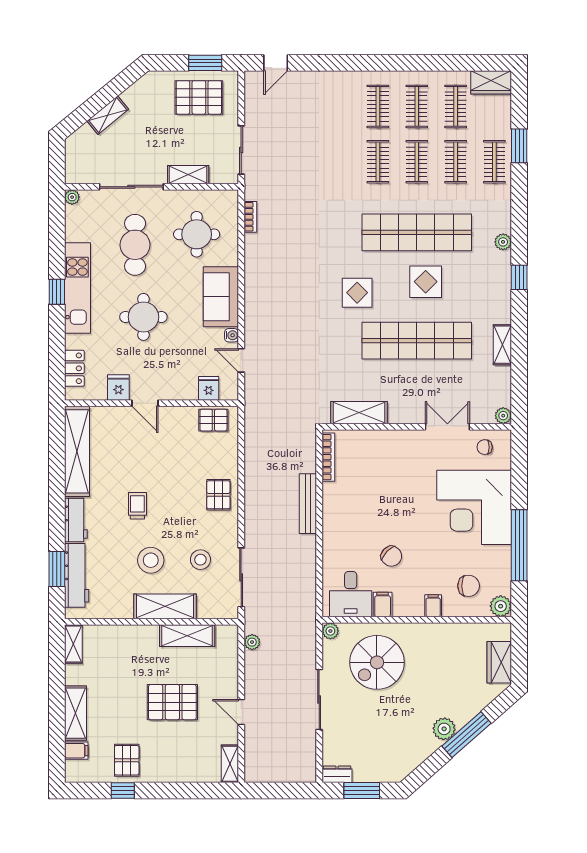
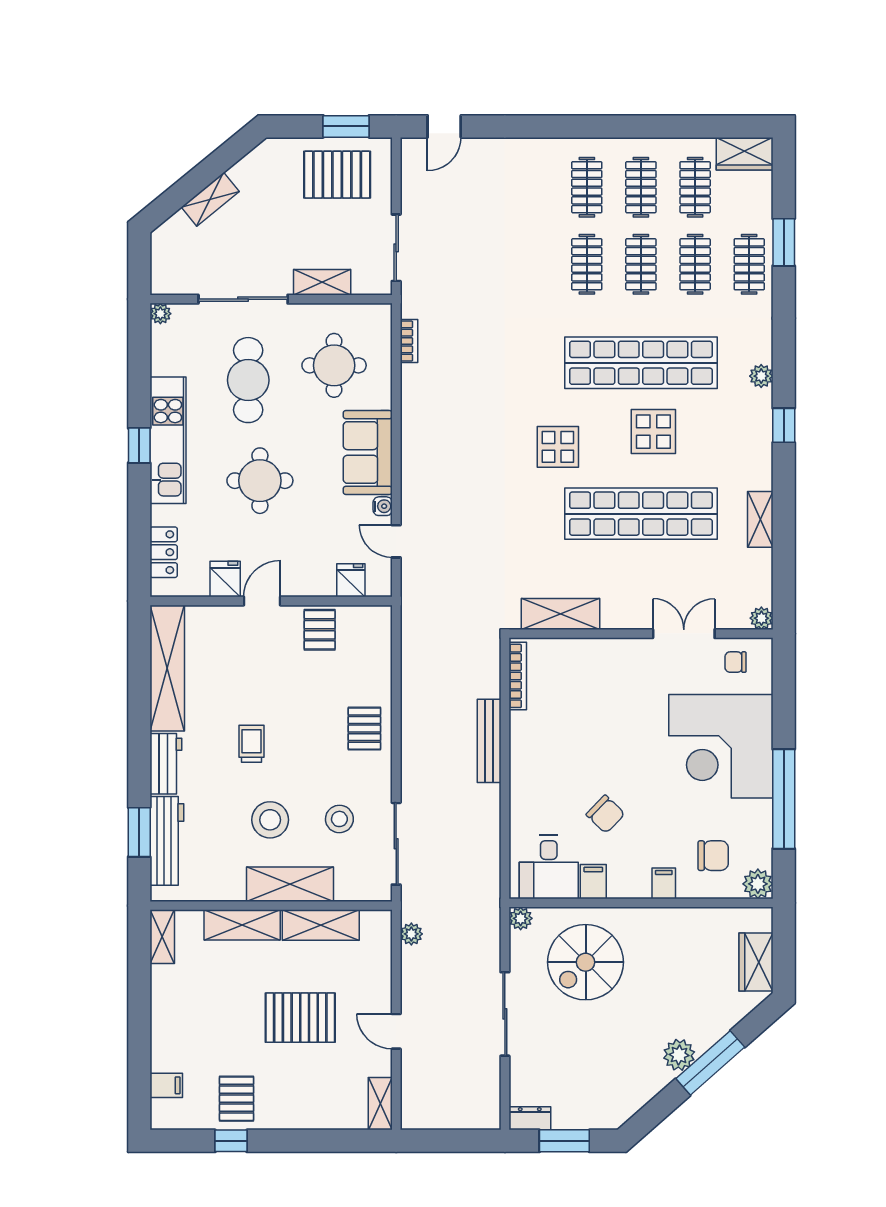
door: (145, 403) -> (262, 601), swing flipped
pallet: (213, 420) -> (320, 630), moved, turned 90
shelving: (76, 713) -> (242, 925), moved, turned 90

